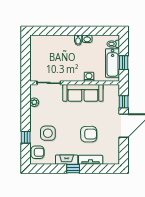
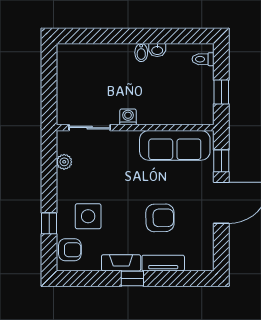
bathtub: (113, 63) -> (202, 93), removed
washing machine: (89, 77) -> (128, 117), moved
sofa: (83, 93) -> (175, 145), moved

